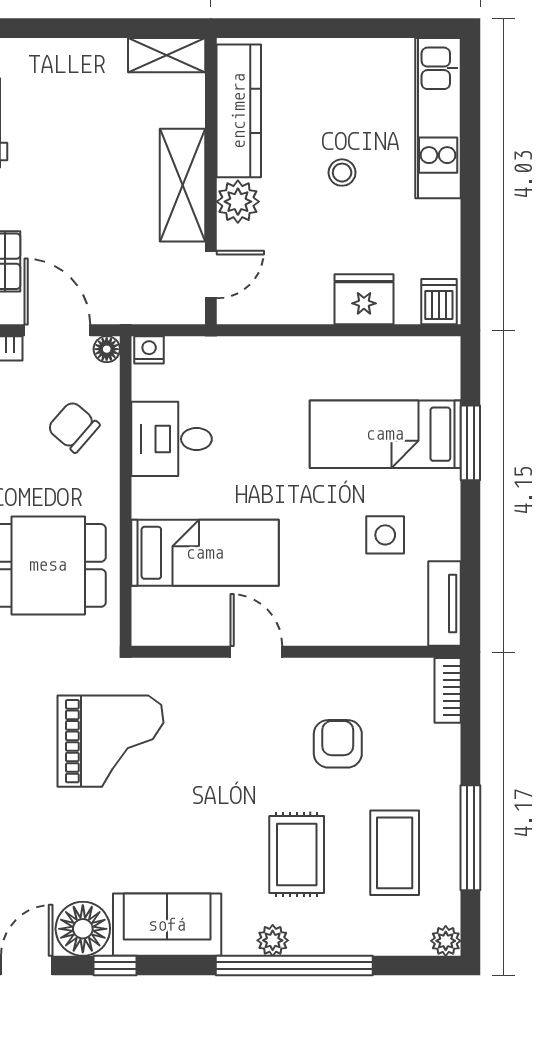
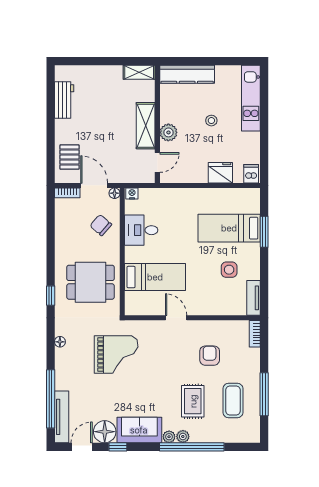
kitchen counter: (239, 111) -> (187, 74), moved, turned 90
plant: (446, 941) -> (169, 437), moved

